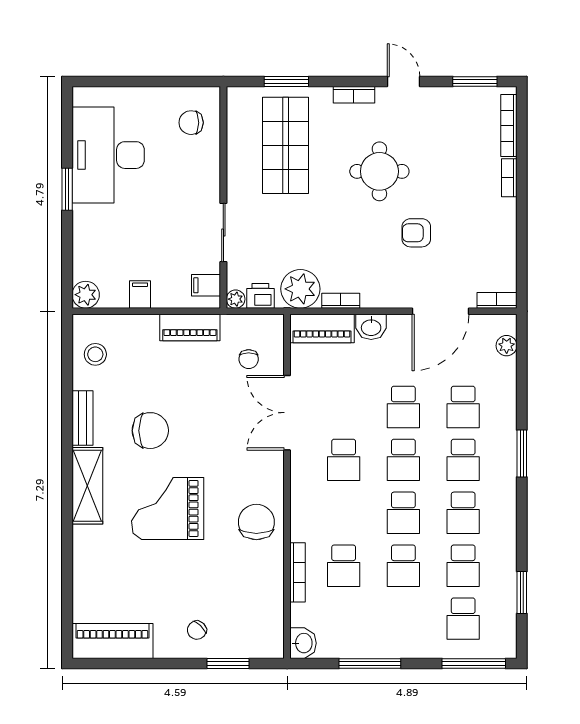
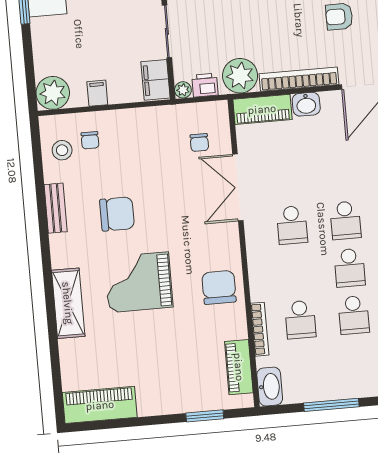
filing cabinet: (206, 285) -> (155, 80), width x2.00
plant: (86, 295) -> (53, 93), width x1.36, depth x1.36
bookcase: (341, 301) -> (299, 79), width x2.31, depth x1.31
piano: (190, 328) -> (239, 367), moved, turned 90
school desk: (403, 407) -> (341, 173), removed
shelving: (87, 486) -> (68, 303), moved
chair: (197, 630) -> (90, 140), moved, turned -44
washbasin: (303, 643) -> (270, 387), width x1.38

